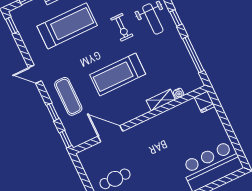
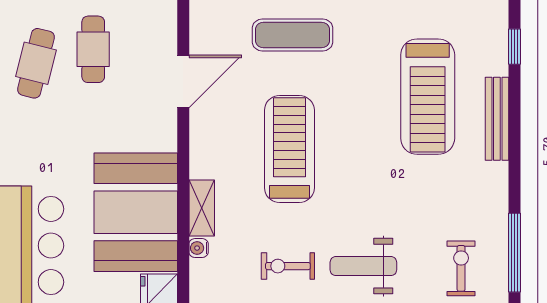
exercise bike: (122, 27) -> (288, 266), moved
booth: (176, 127) -> (136, 212), added

